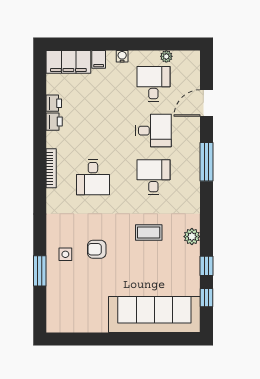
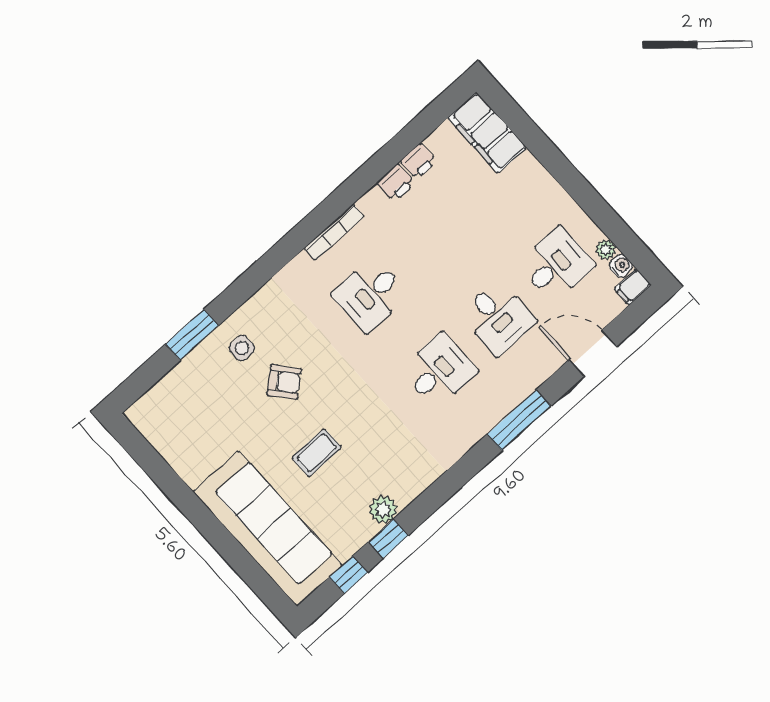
water cooler: (122, 56) -> (621, 266), moved
filing cabinet: (99, 59) -> (633, 287), moved
coffee table: (149, 232) -> (316, 453), moved, turned 90
plant: (192, 237) -> (383, 510), moved
armchair: (97, 249) -> (284, 382), turned 140

